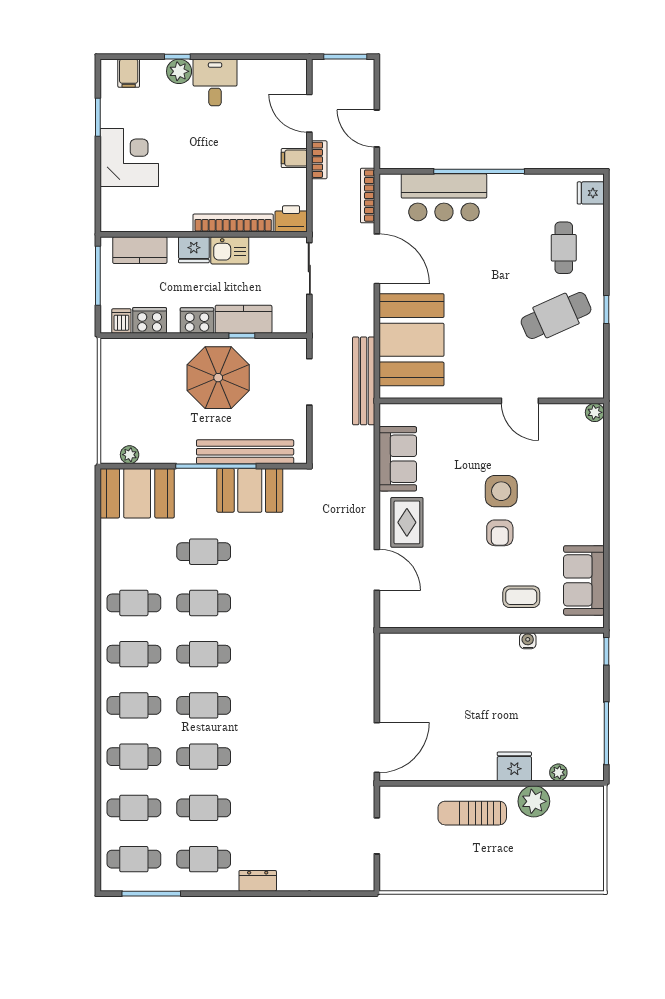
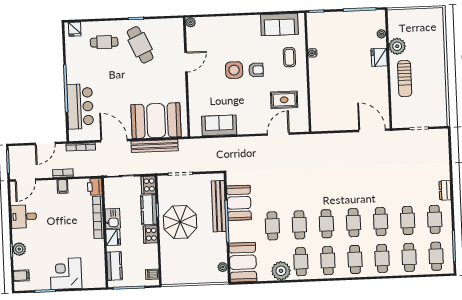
desk: (215, 82) -> (24, 217), moved
door: (309, 113) -> (25, 180), moved
door: (377, 259) -> (114, 141), hinge flipped
cooker: (150, 320) -> (148, 185), moved
bench: (364, 381) -> (155, 146), moved
rug: (407, 522) -> (284, 100), moved
plant: (118, 565) -> (281, 271), added

